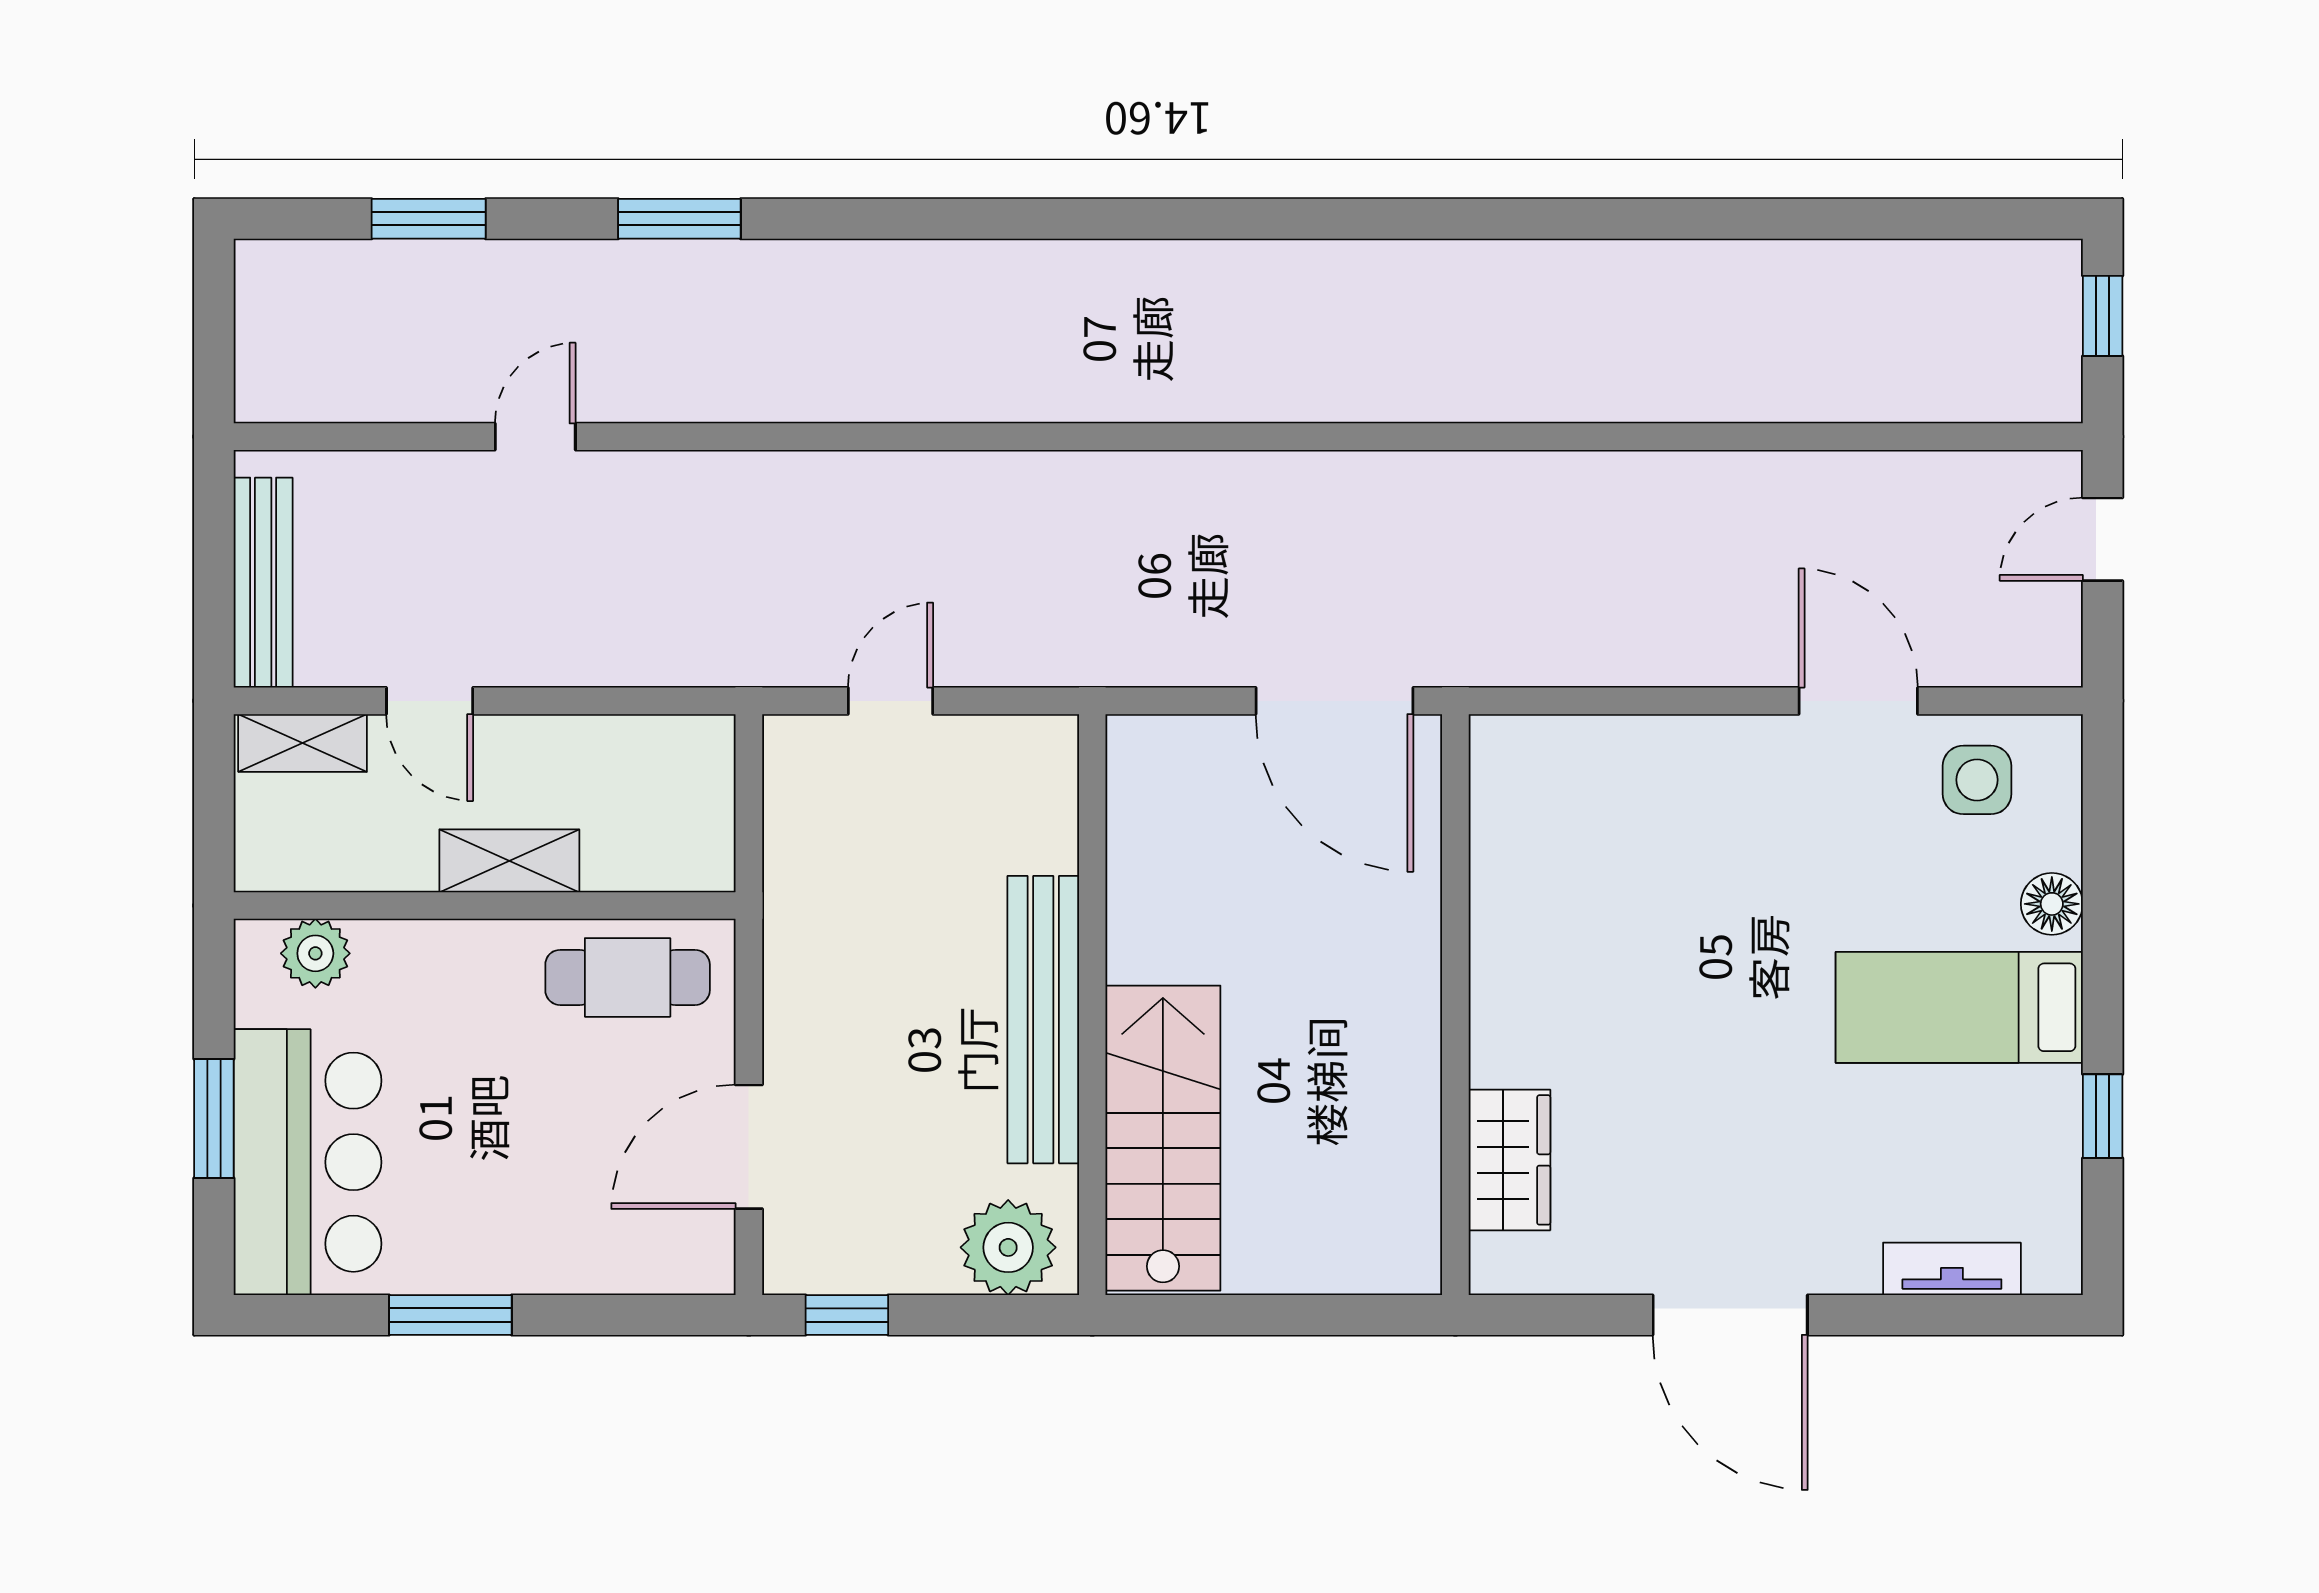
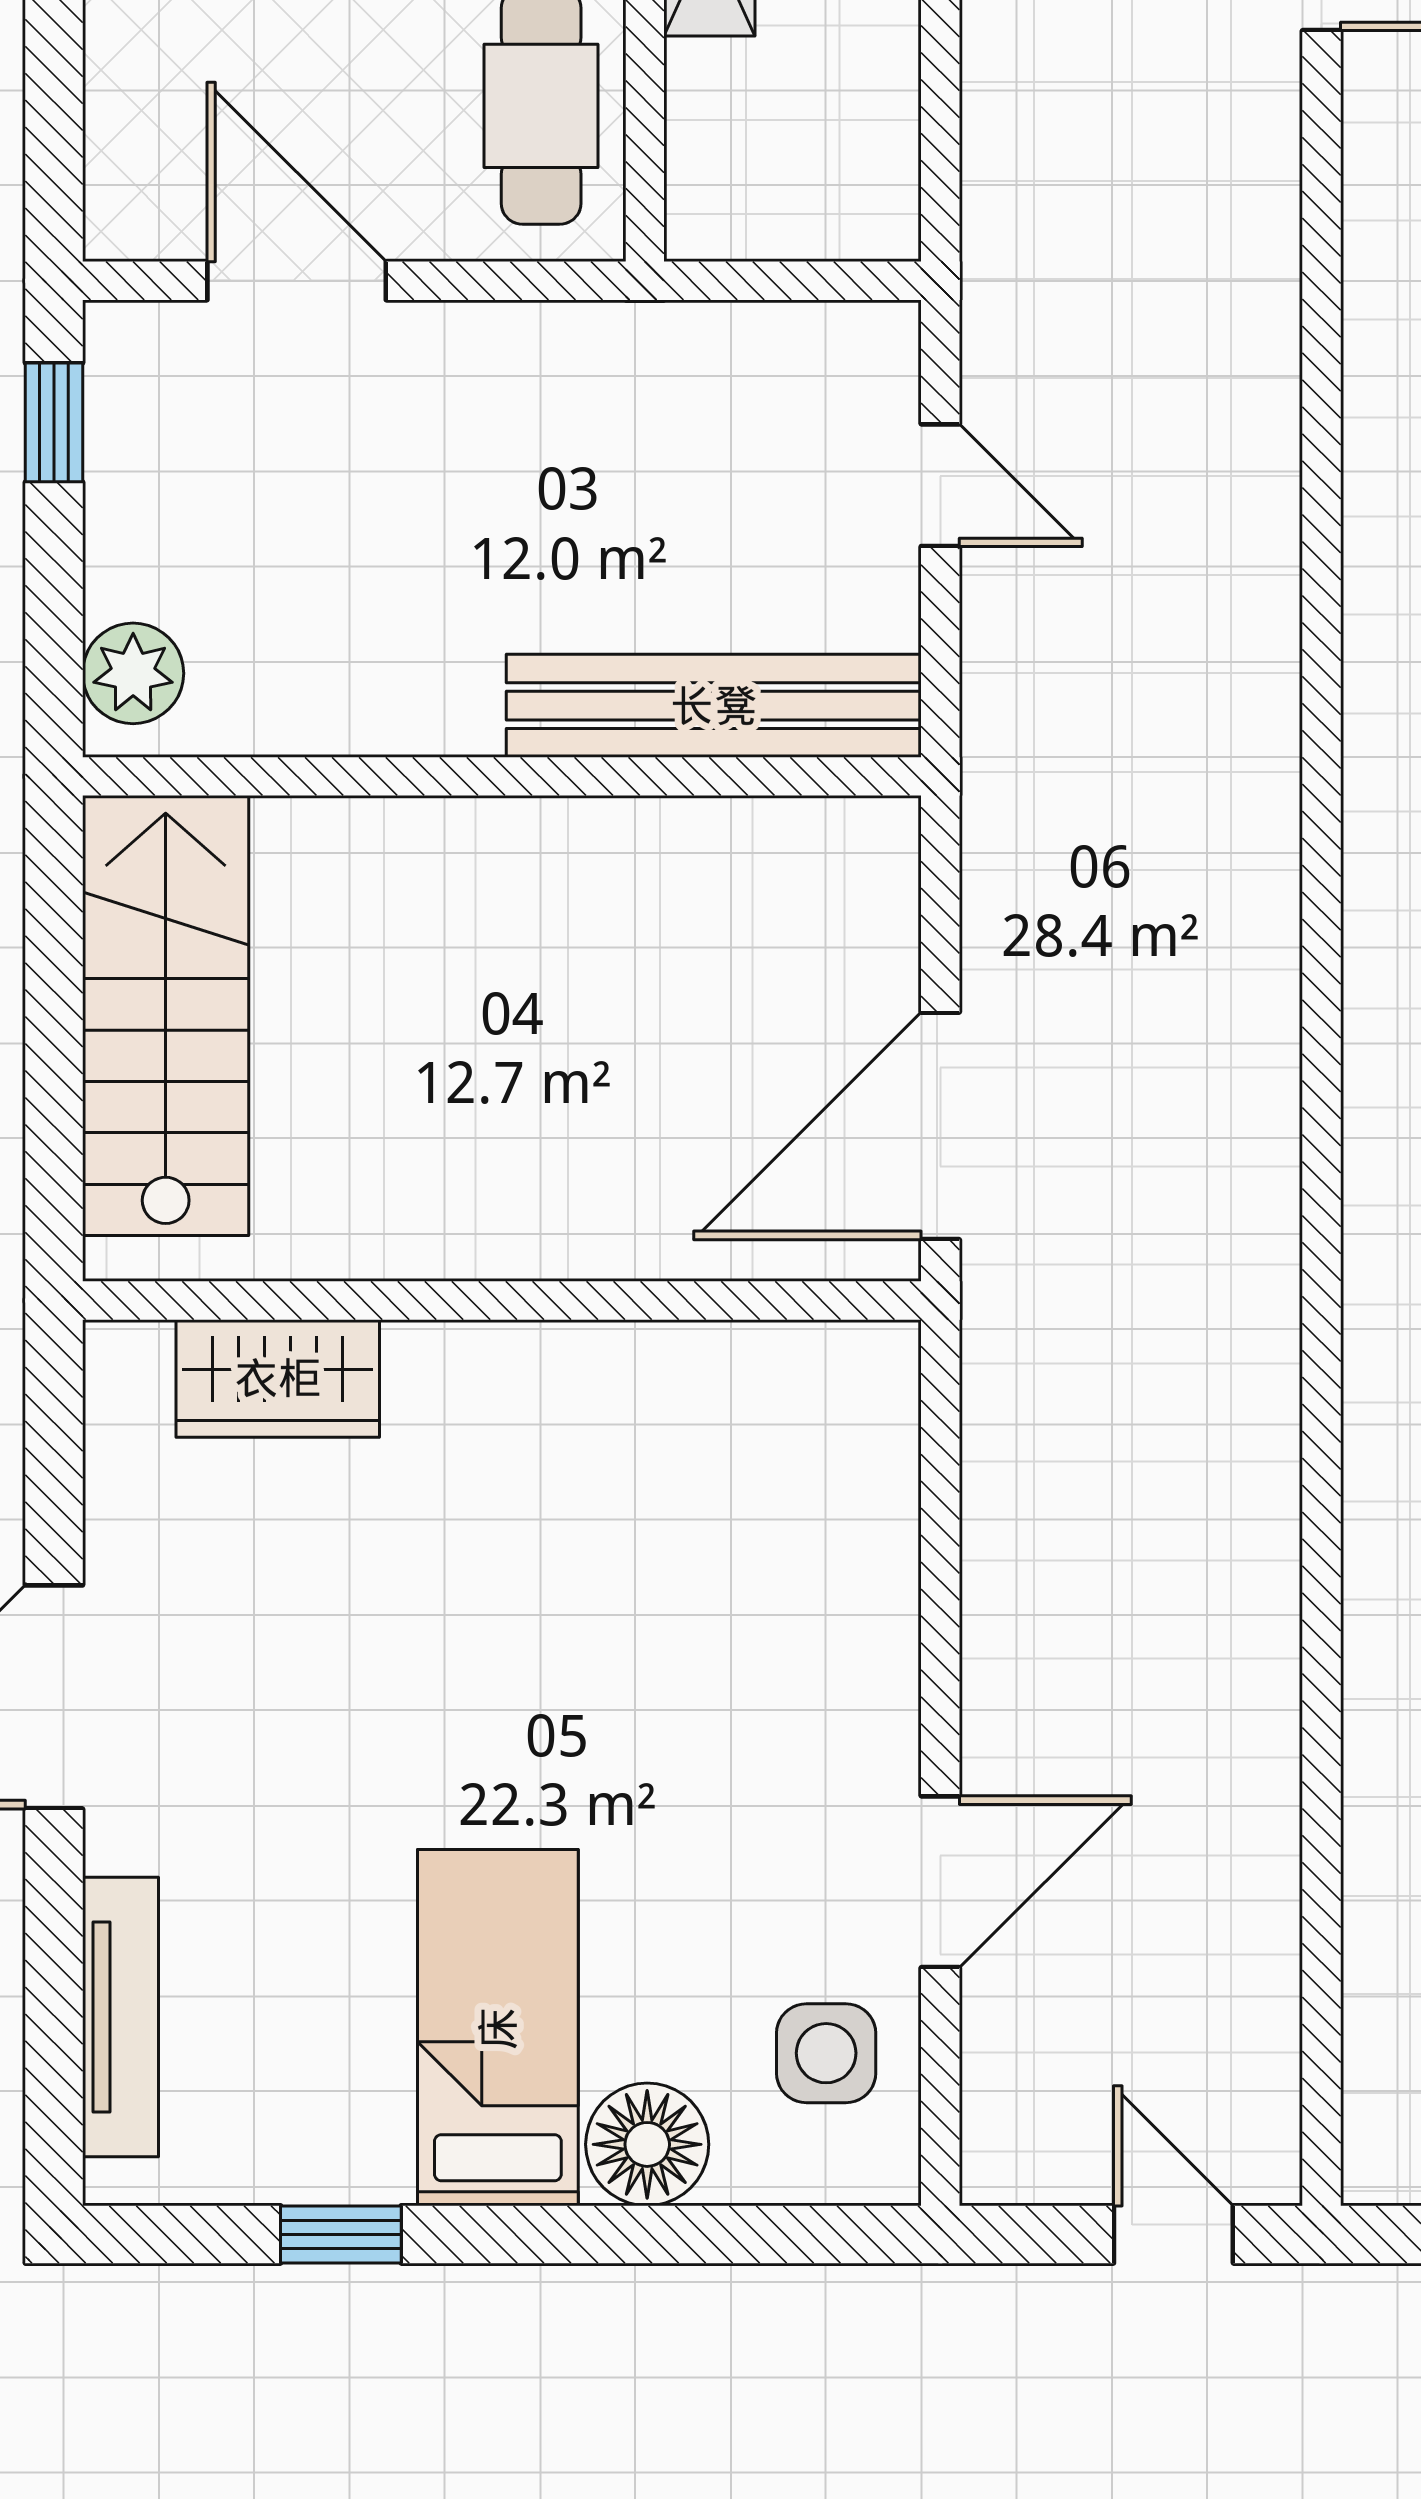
floor lamp: (2052, 904) -> (647, 2144), width x1.38, depth x1.38
bench: (1043, 1020) -> (714, 706), moved
stairs: (1163, 1138) -> (166, 1015), moved, turned -90
plant: (1008, 1247) -> (133, 673), width x0.73, depth x0.73
tv unit: (1952, 1269) -> (121, 2017), width x1.41

